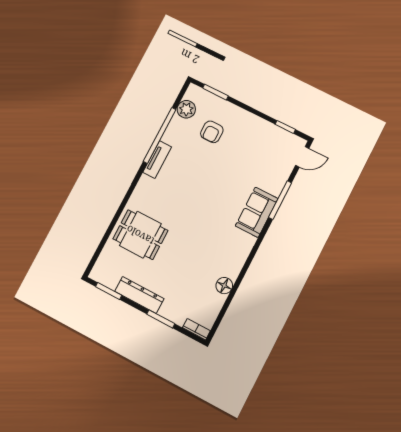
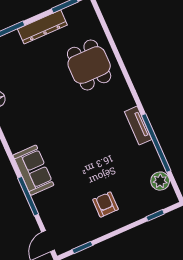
window: (215, 92) -> (155, 215), width x0.67
armchair: (212, 132) -> (105, 204), moved
dining table: (140, 235) -> (89, 65), turned 90

